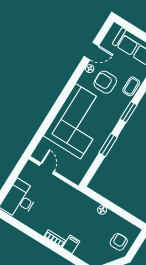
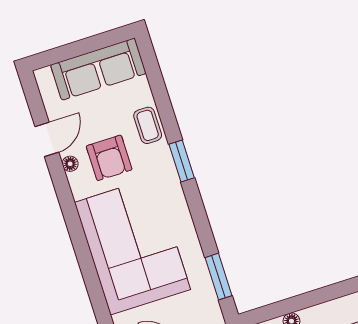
armchair: (105, 82) -> (109, 158), turned -90
window: (108, 145) -> (218, 277), moved

